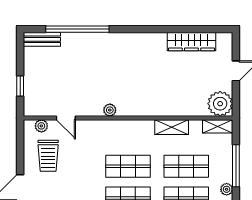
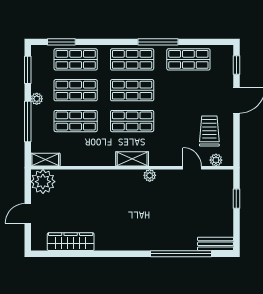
shelving: (172, 127) -> (132, 159), moved

